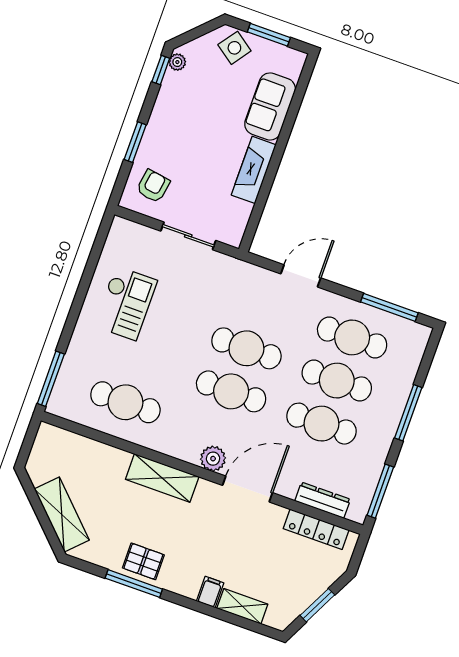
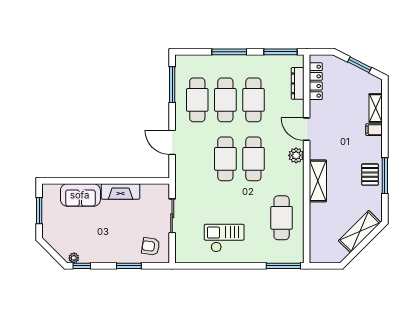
side table: (234, 48) -> (54, 228), removed
door: (248, 489) -> (307, 129), width x0.73

